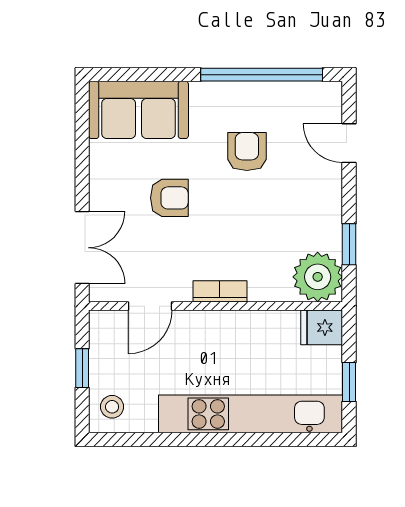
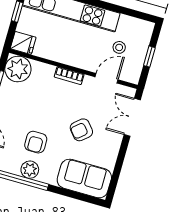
plant: (244, 98) -> (30, 170), added
armchair: (169, 198) -> (81, 130), turned -41
stool: (112, 407) -> (119, 47), moved

